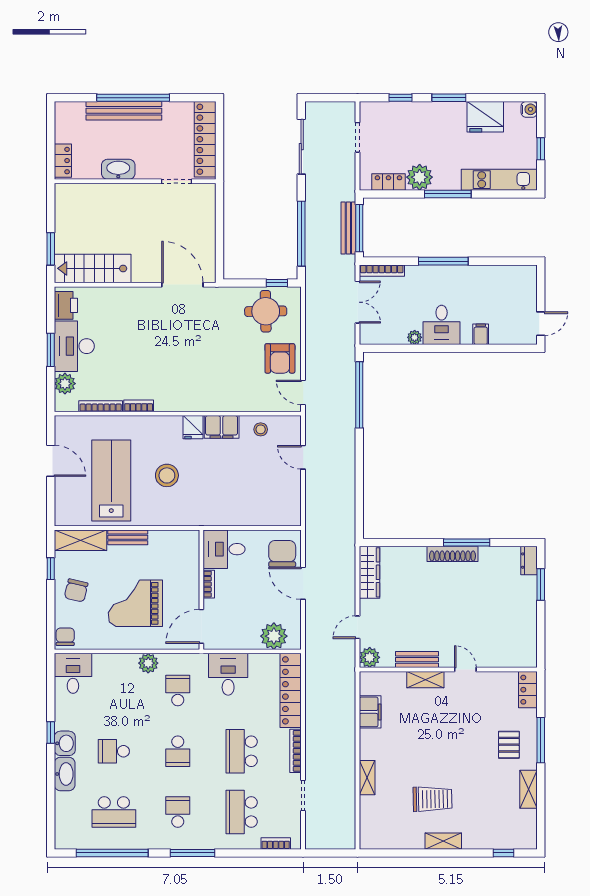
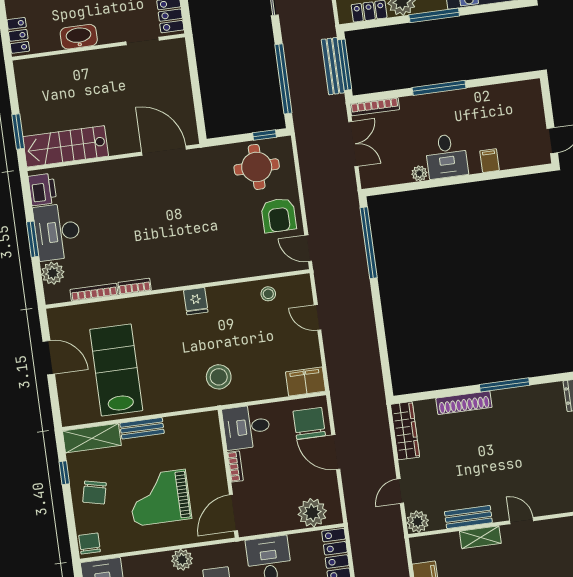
filing cabinet: (222, 427) -> (306, 382), moved, turned 180
stool: (167, 475) -> (219, 377), moved
shoe rack: (452, 554) -> (464, 403), moved

